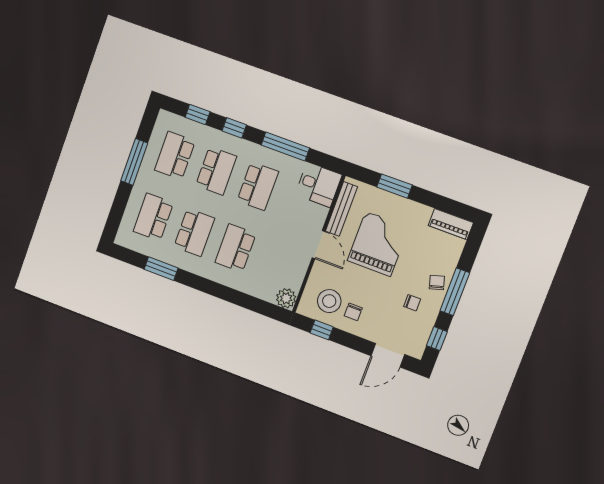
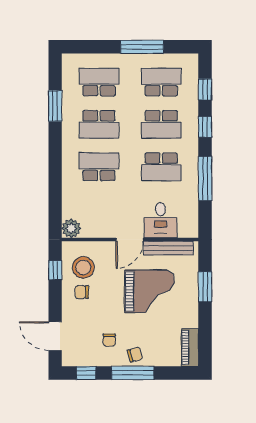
desk: (318, 185) -> (161, 220), moved

